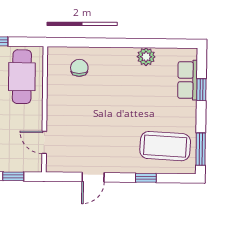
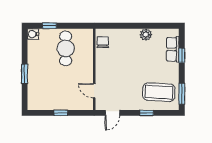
wall: (45, 109) -> (94, 69), moved
door: (44, 142) -> (94, 91), moved

